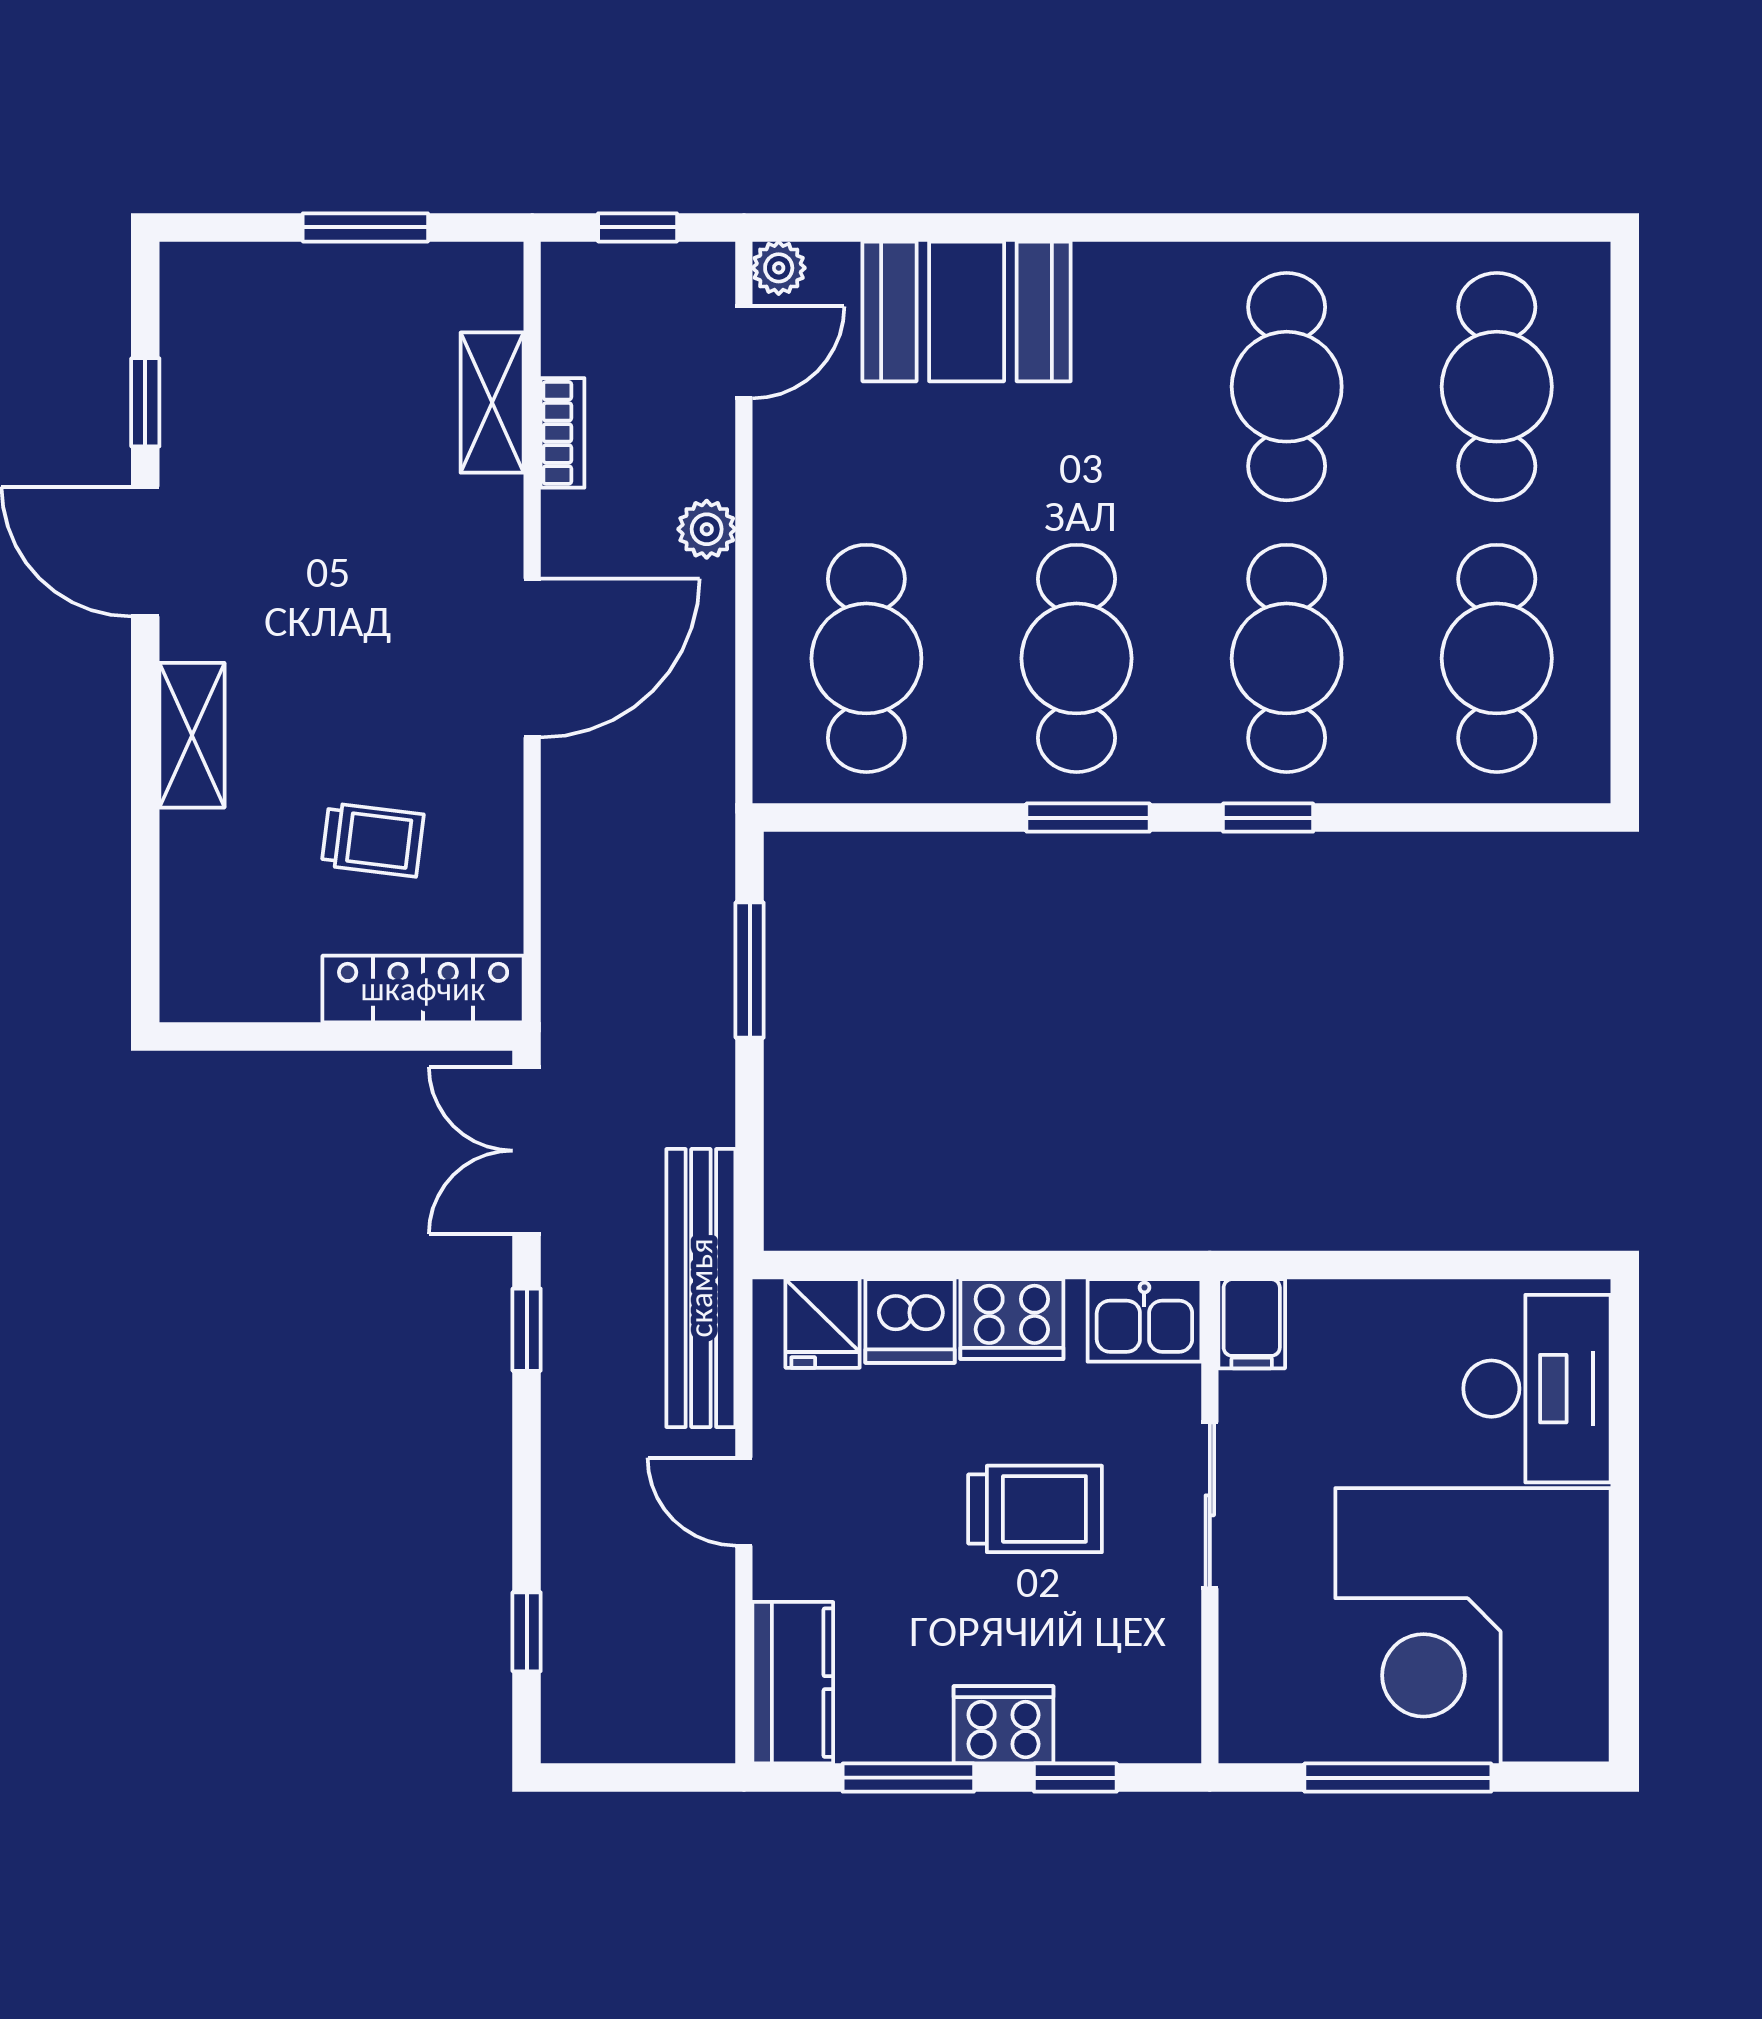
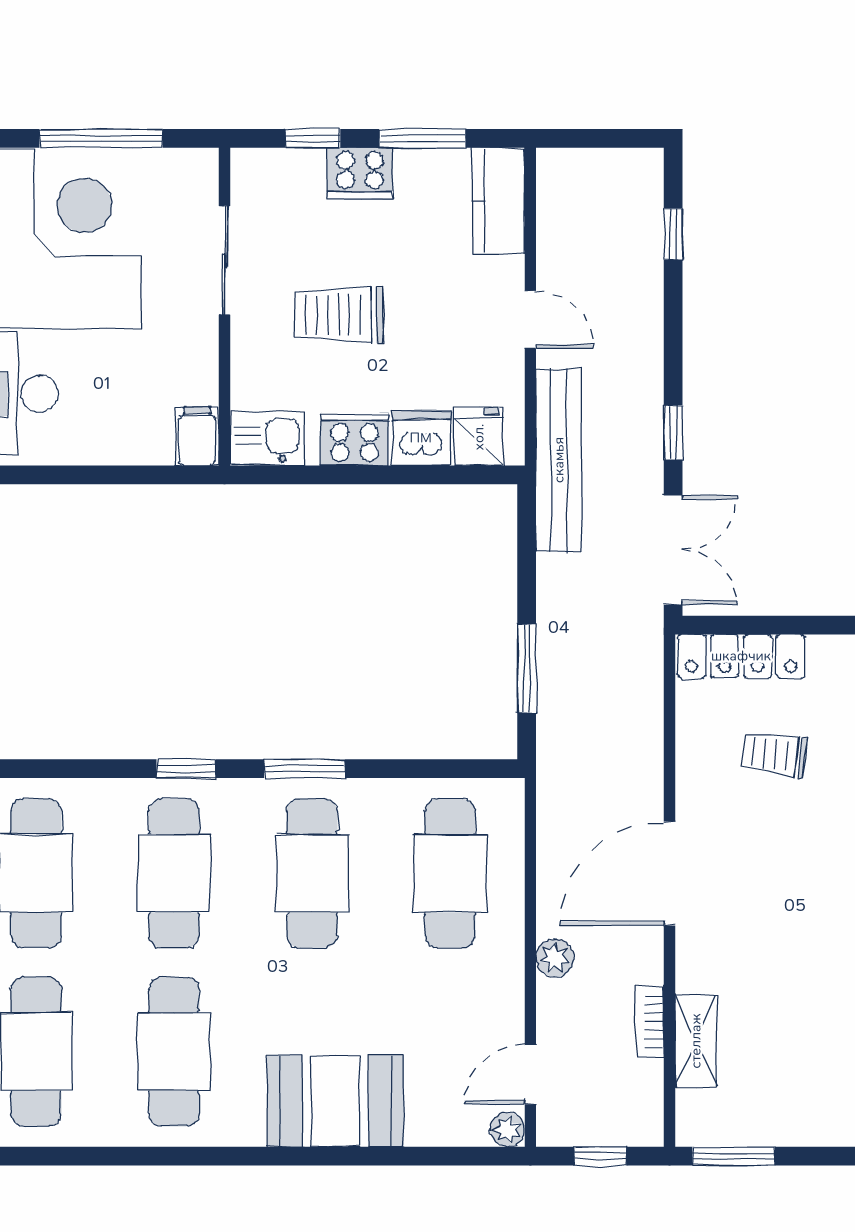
window: (365, 227) -> (734, 1156), moved
booth: (967, 311) -> (335, 1101), moved
sliding door: (1210, 1505) -> (225, 260), moved

